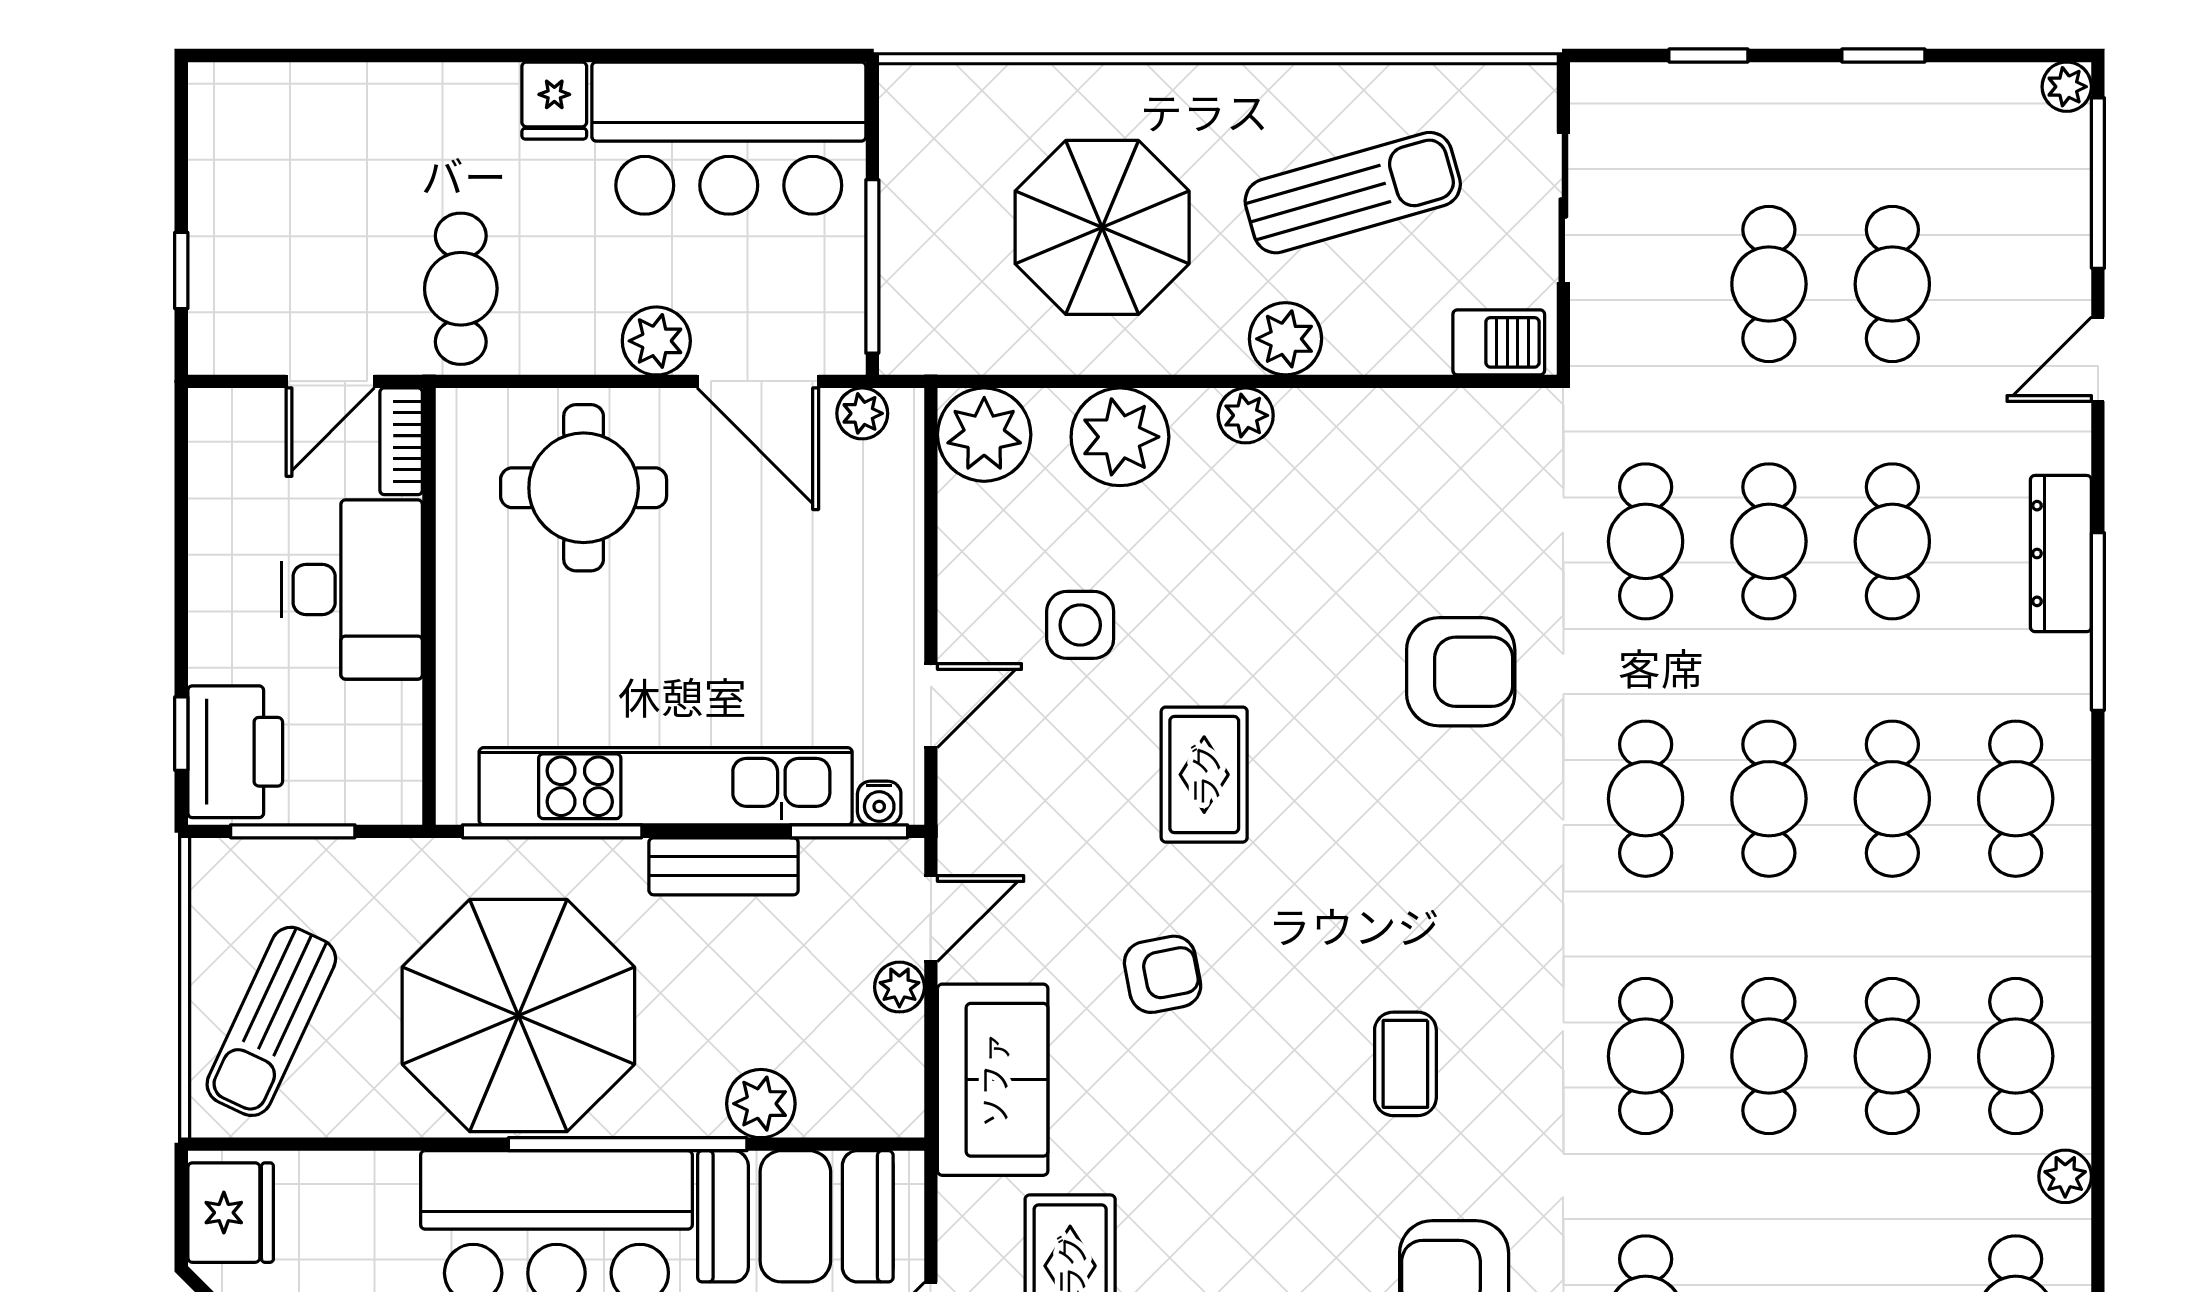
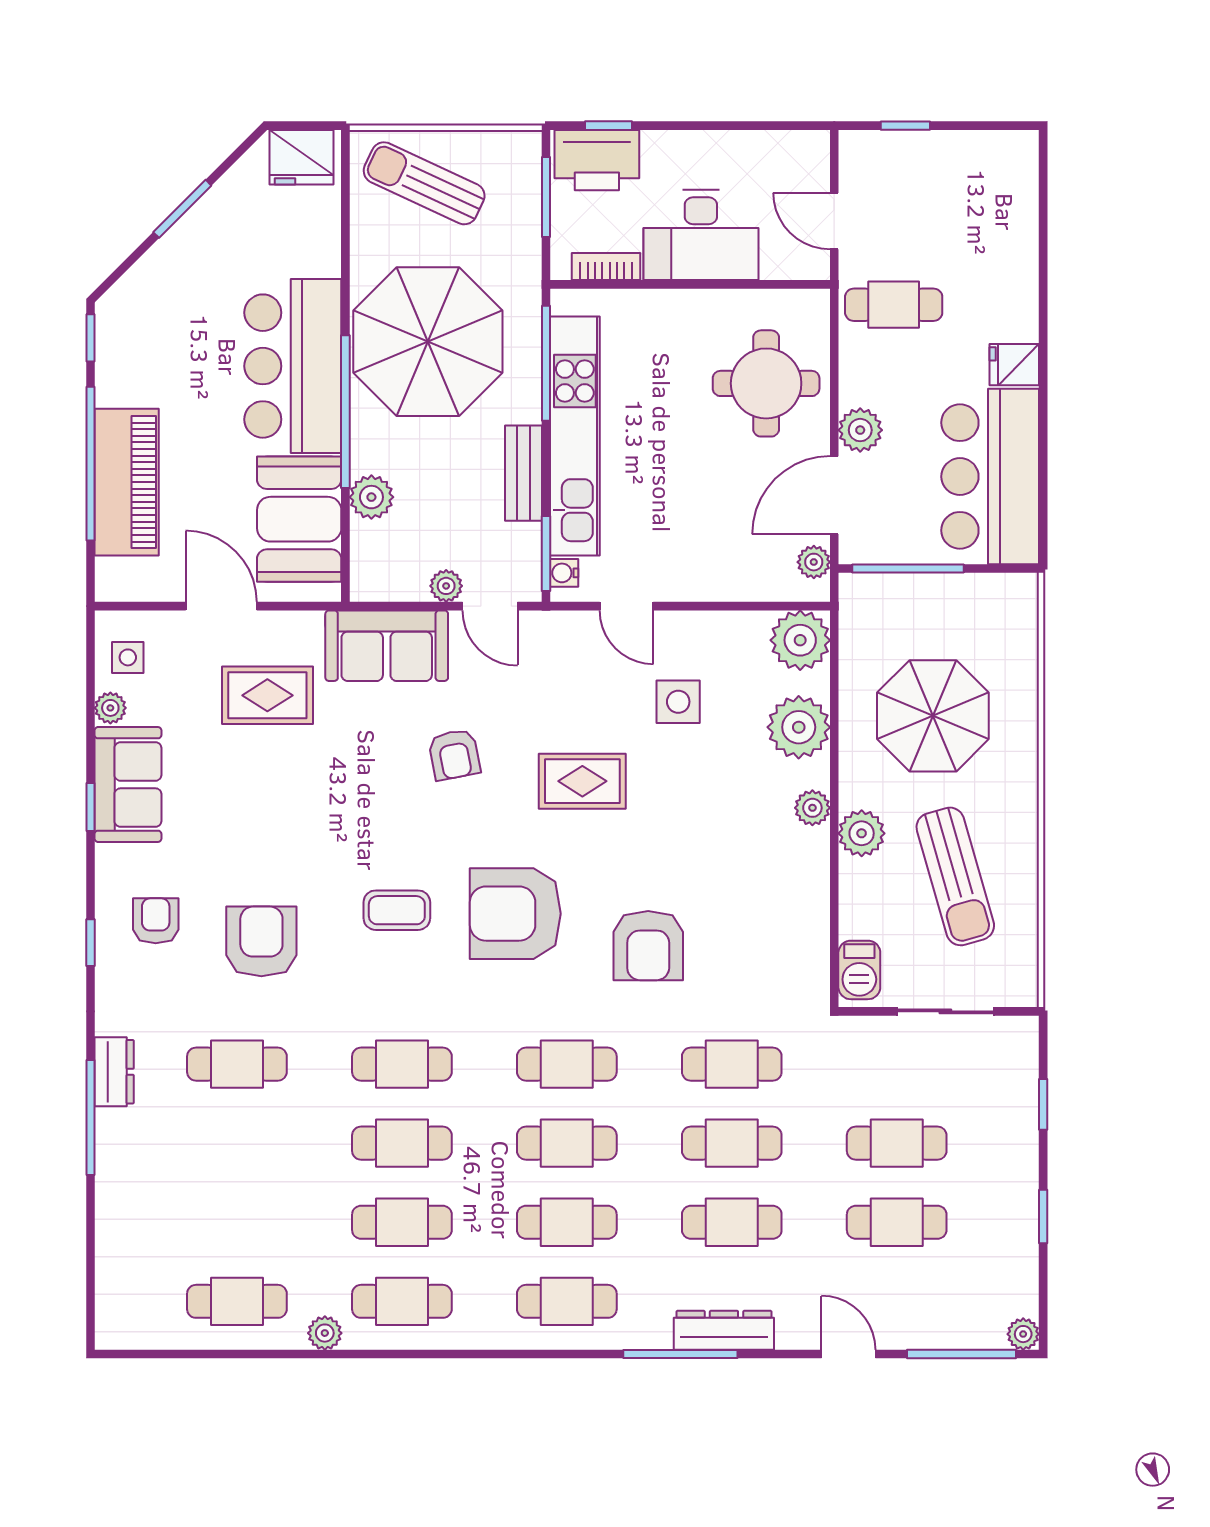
bookcase: (401, 441) -> (606, 267), moved
armchair: (1411, 879) -> (515, 914), added

